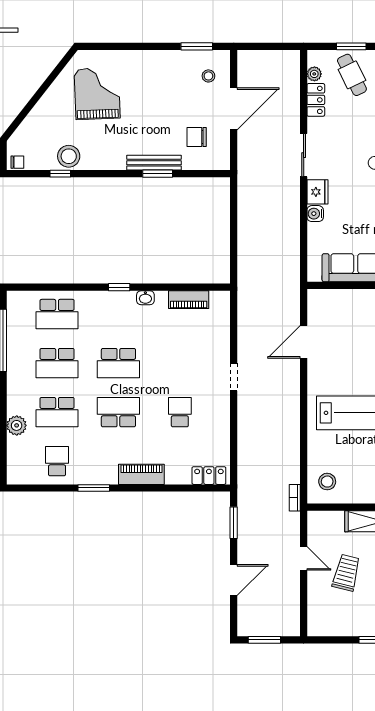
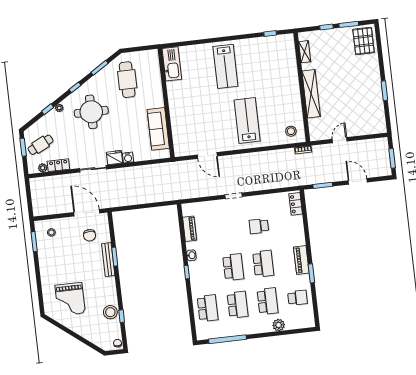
grand piano: (97, 94) -> (70, 299), turned -88
door: (234, 109) -> (87, 213), moved
school desk: (118, 412) -> (263, 264), turned 180
school desk: (57, 461) -> (298, 298), turned 180
piano: (141, 474) -> (301, 260), moved
trolley: (346, 573) -> (345, 113), removed

